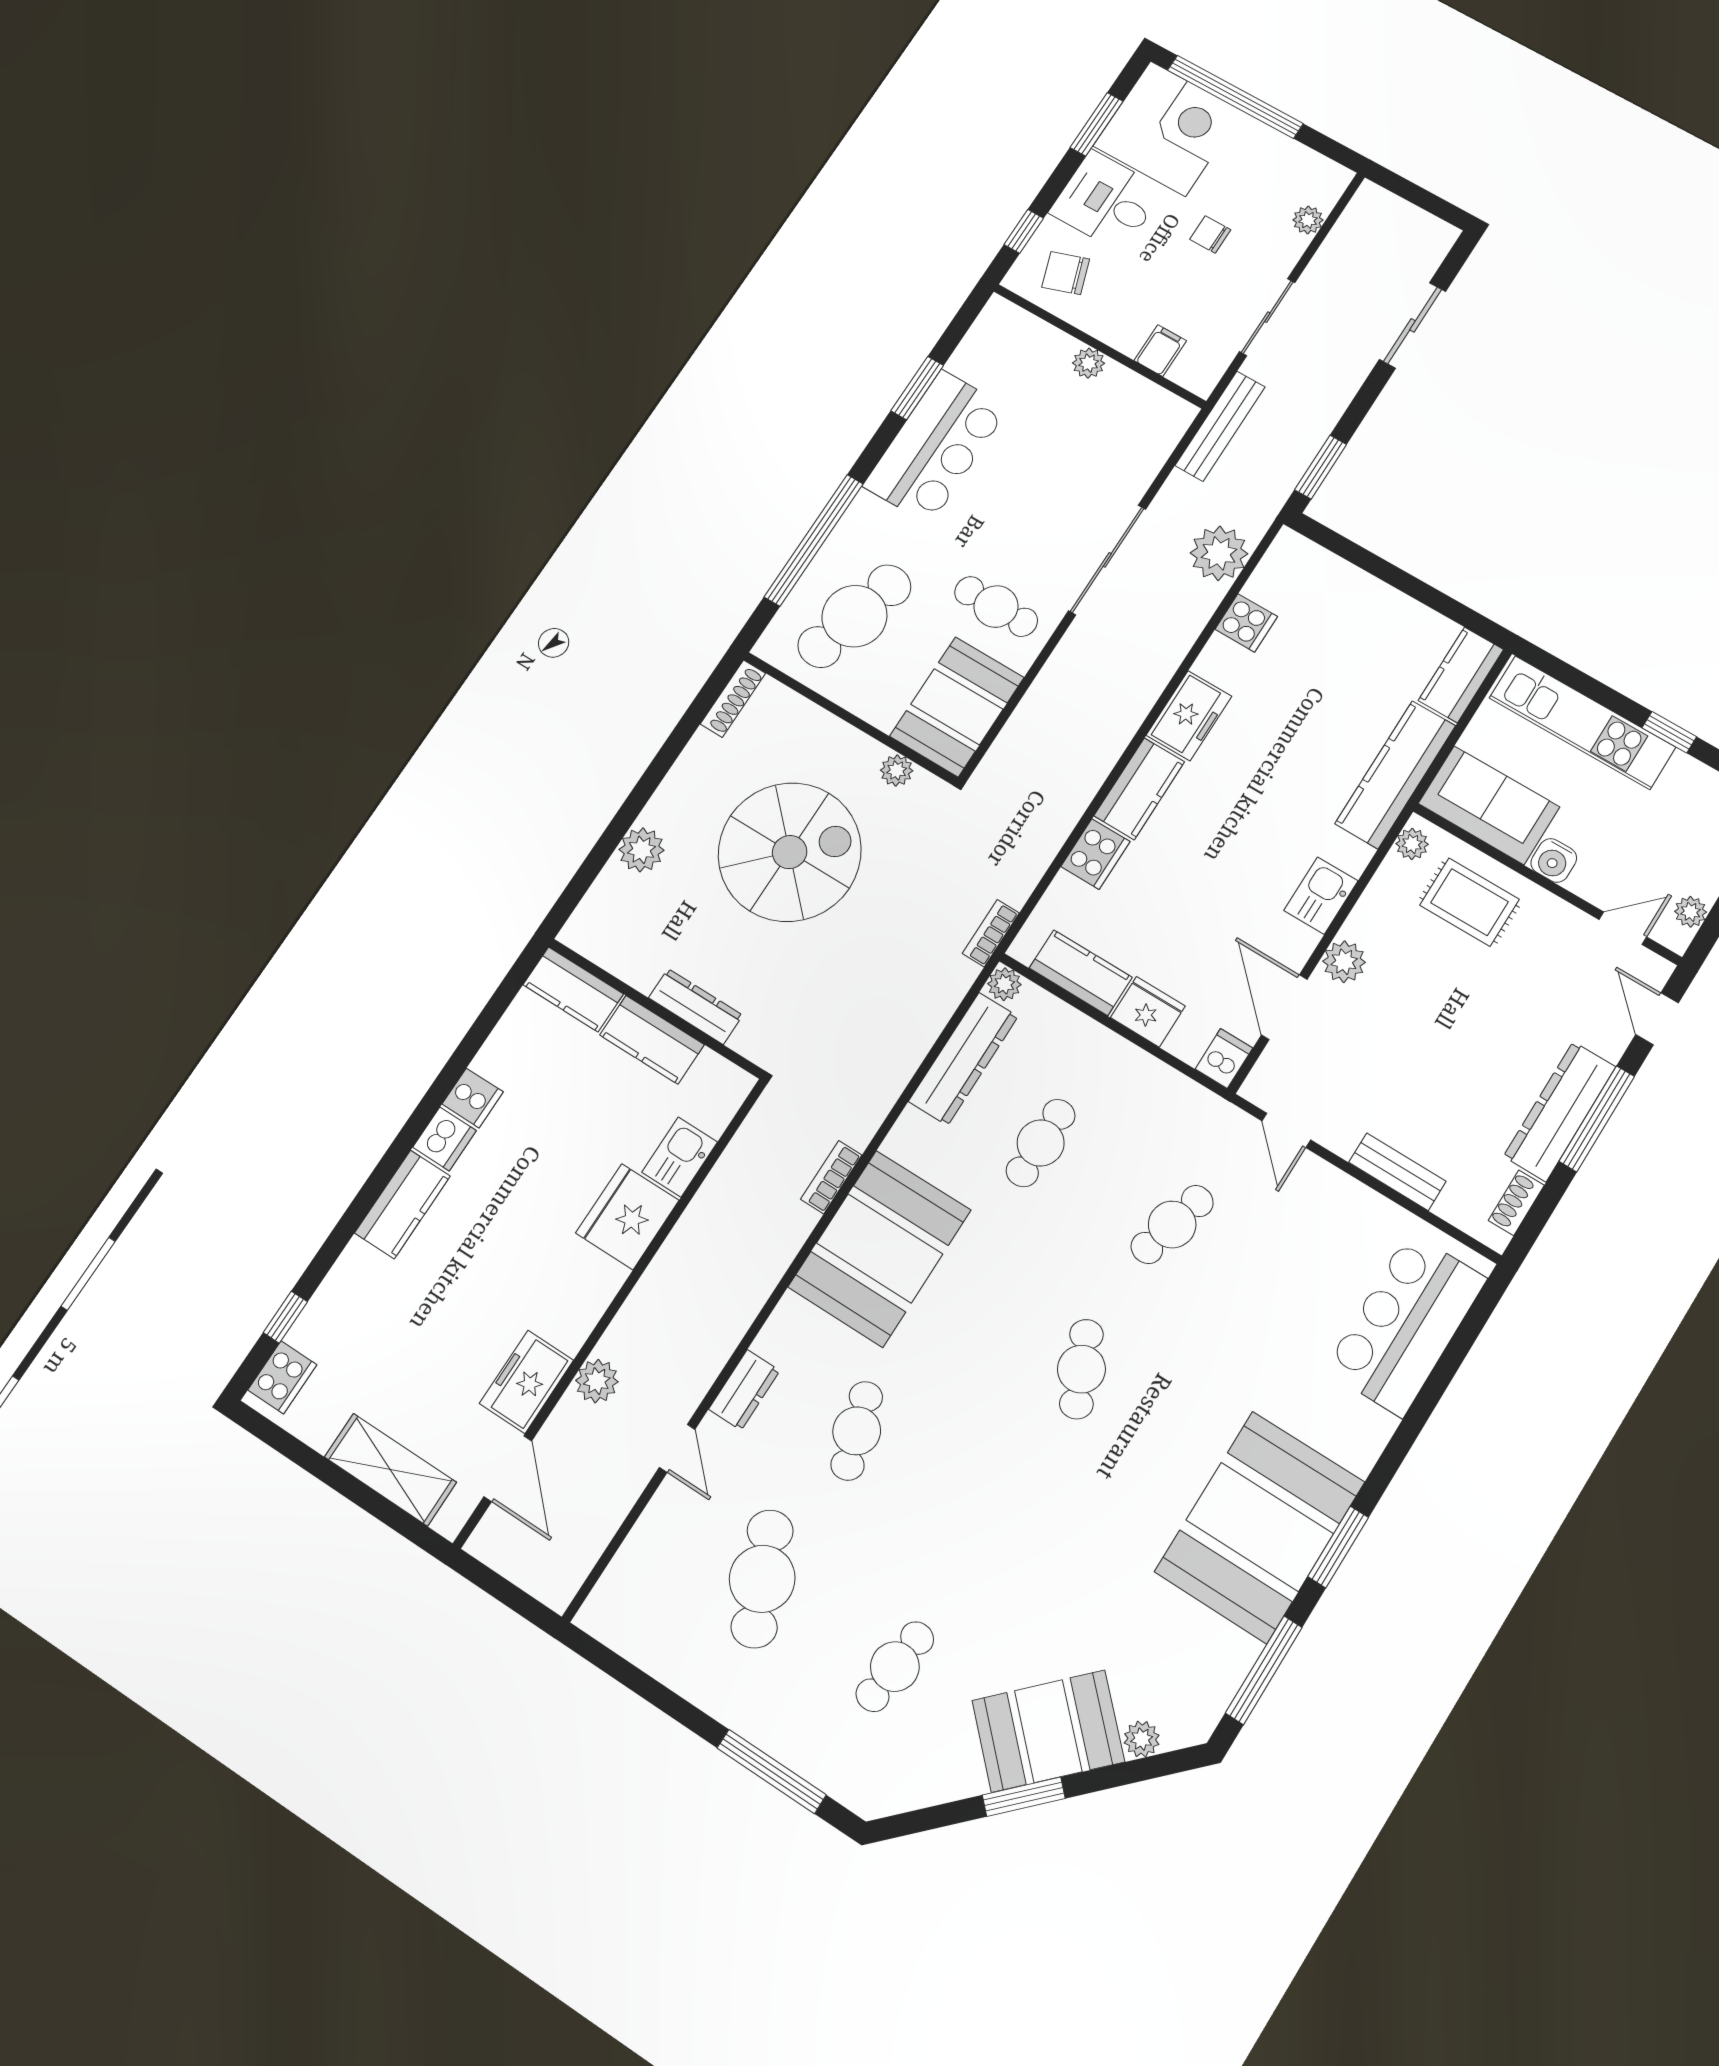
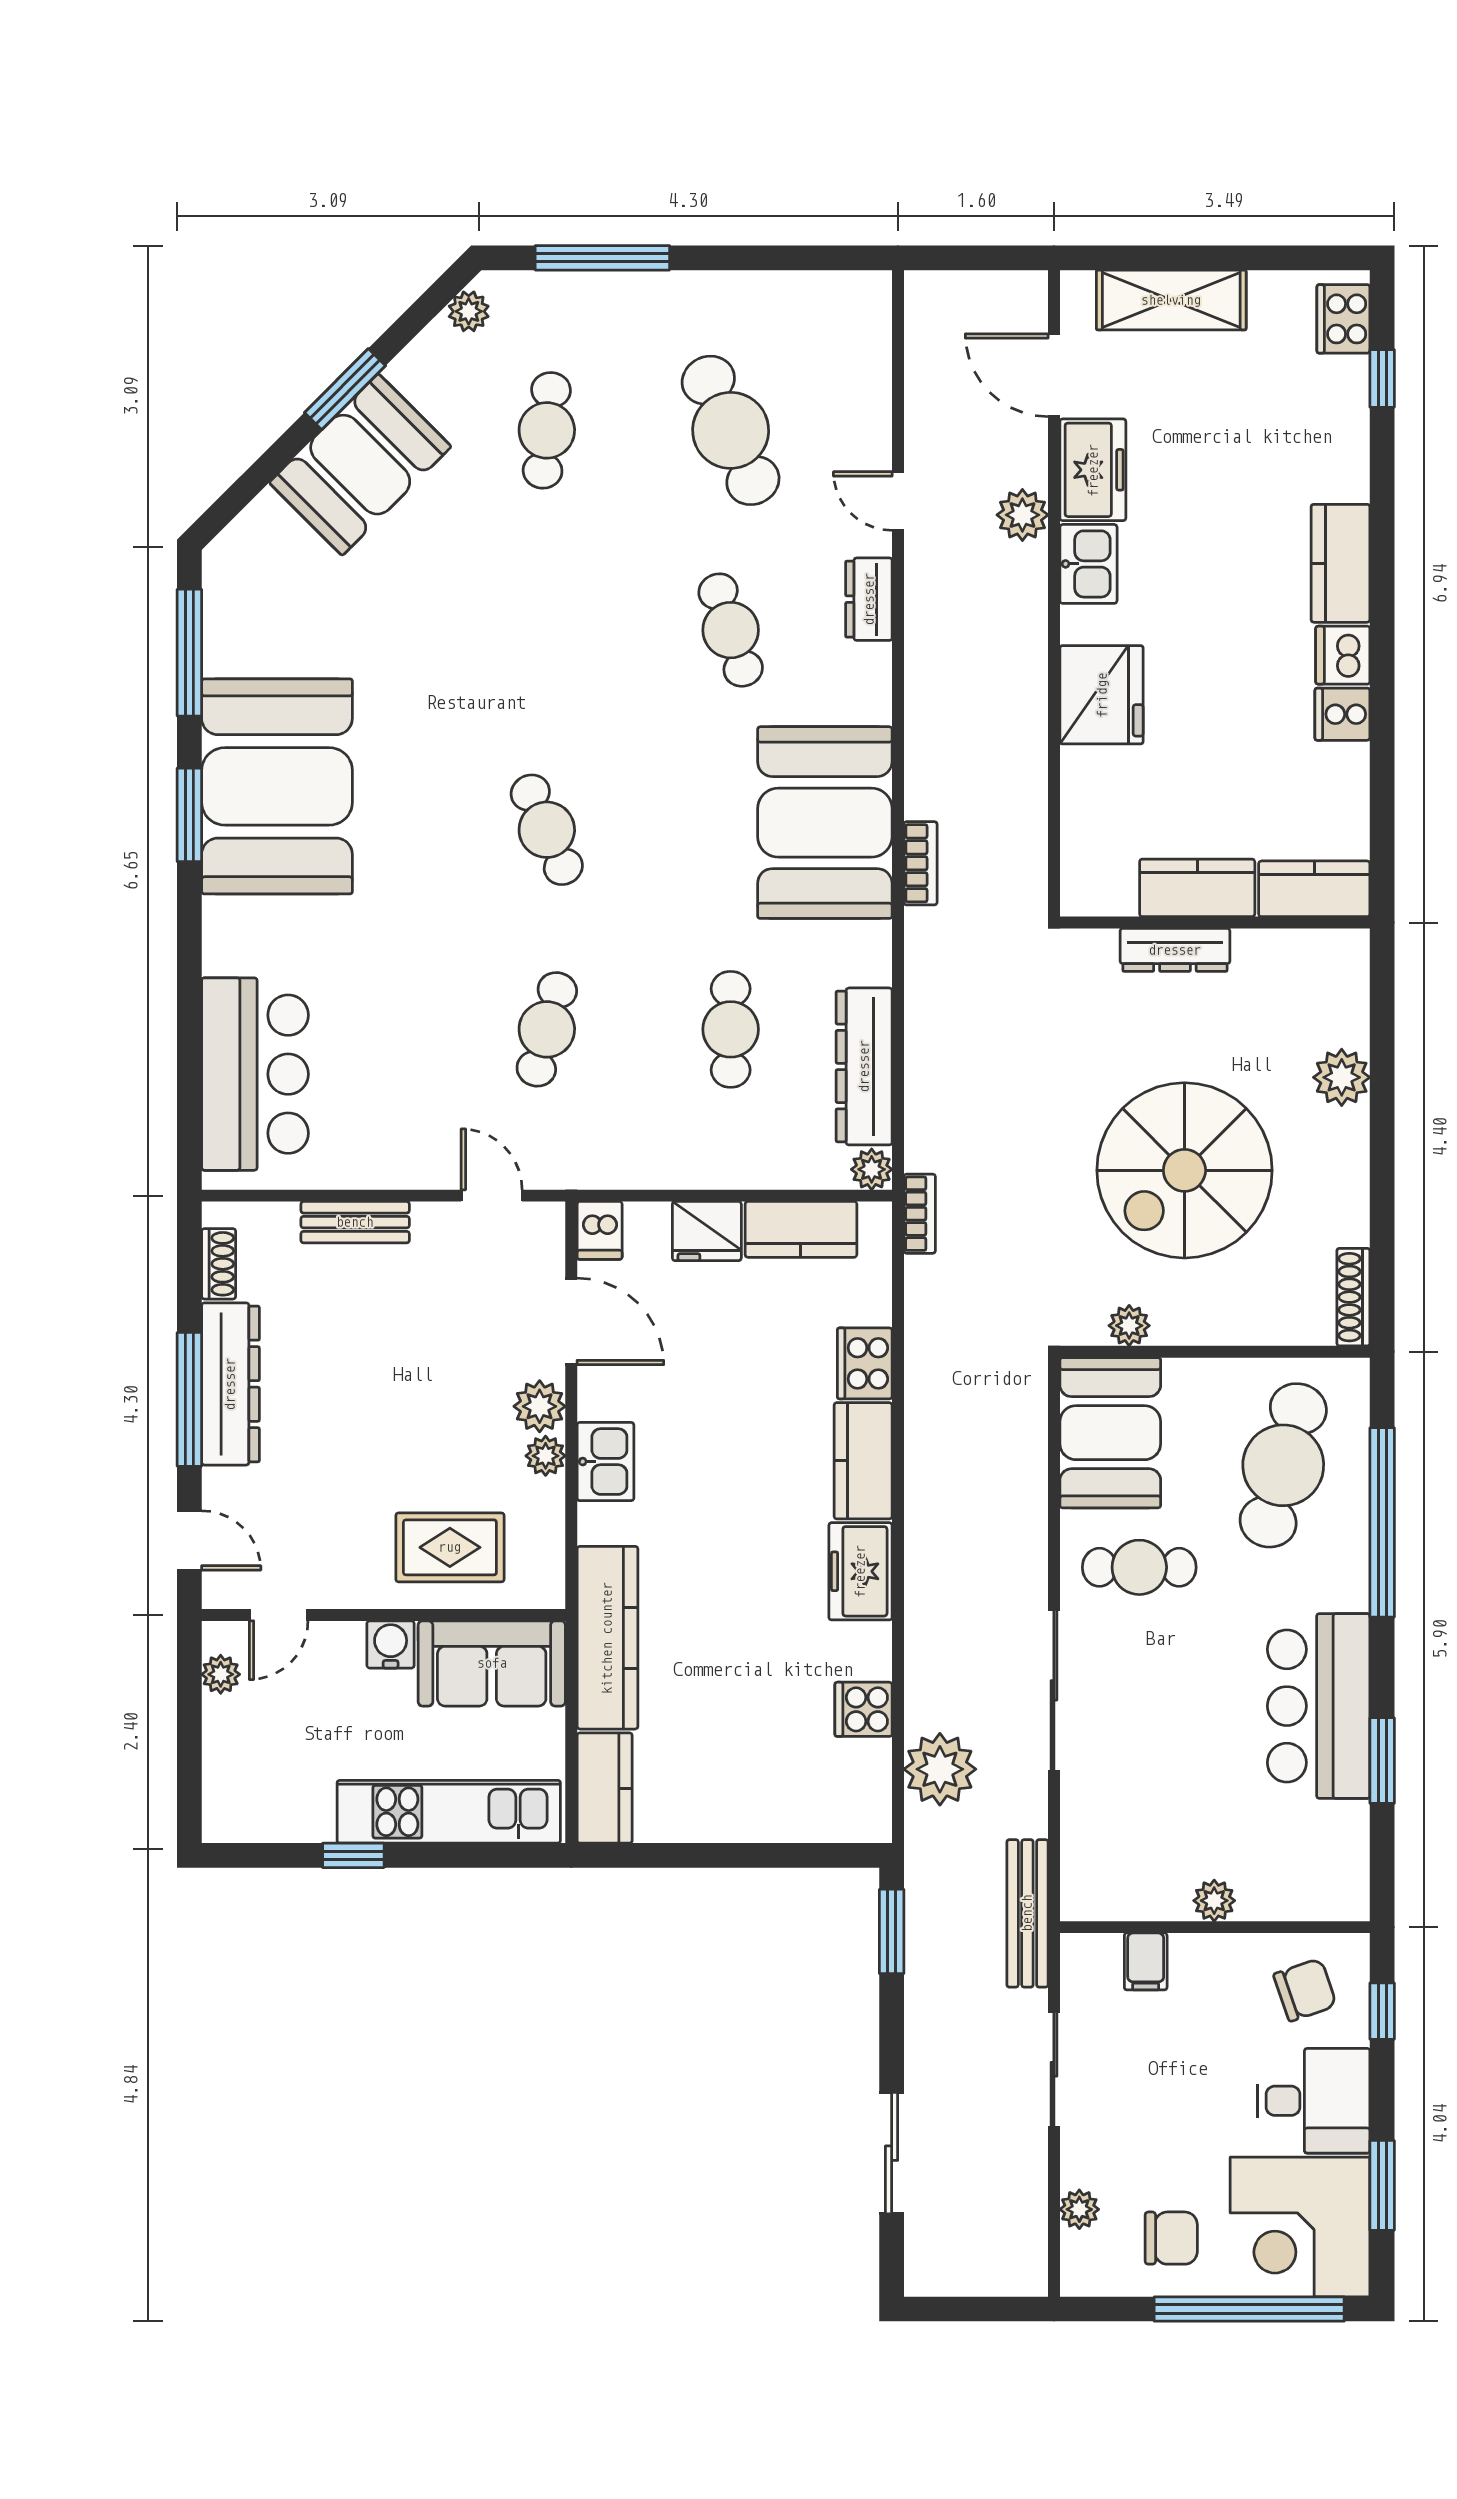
chair: (1210, 235) -> (1171, 2238), moved, width x1.37, depth x1.37
plant: (1412, 844) -> (546, 1456), moved
kitchen sink: (680, 1157) -> (1088, 564), moved
plant: (1142, 1739) -> (469, 311), moved

